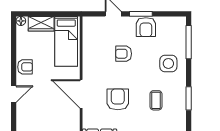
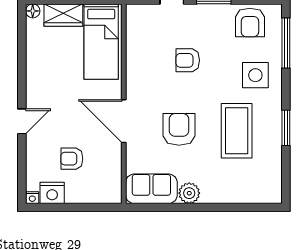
armchair: (146, 27) -> (250, 23), moved
armchair: (25, 67) -> (72, 159), moved, turned 180
coffee table: (156, 100) -> (237, 131), width x1.86, depth x1.72

